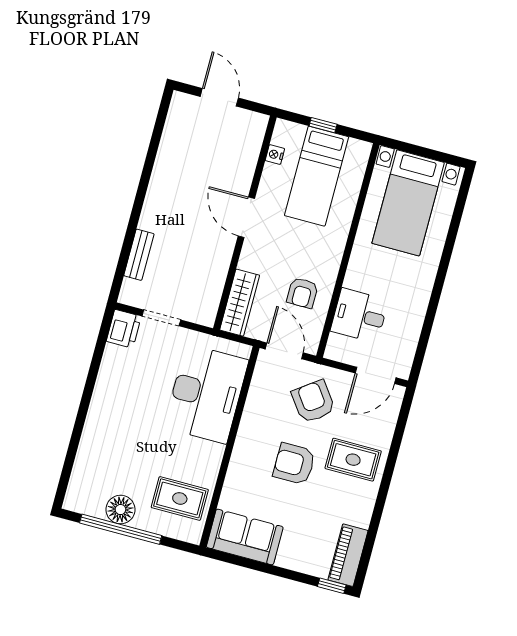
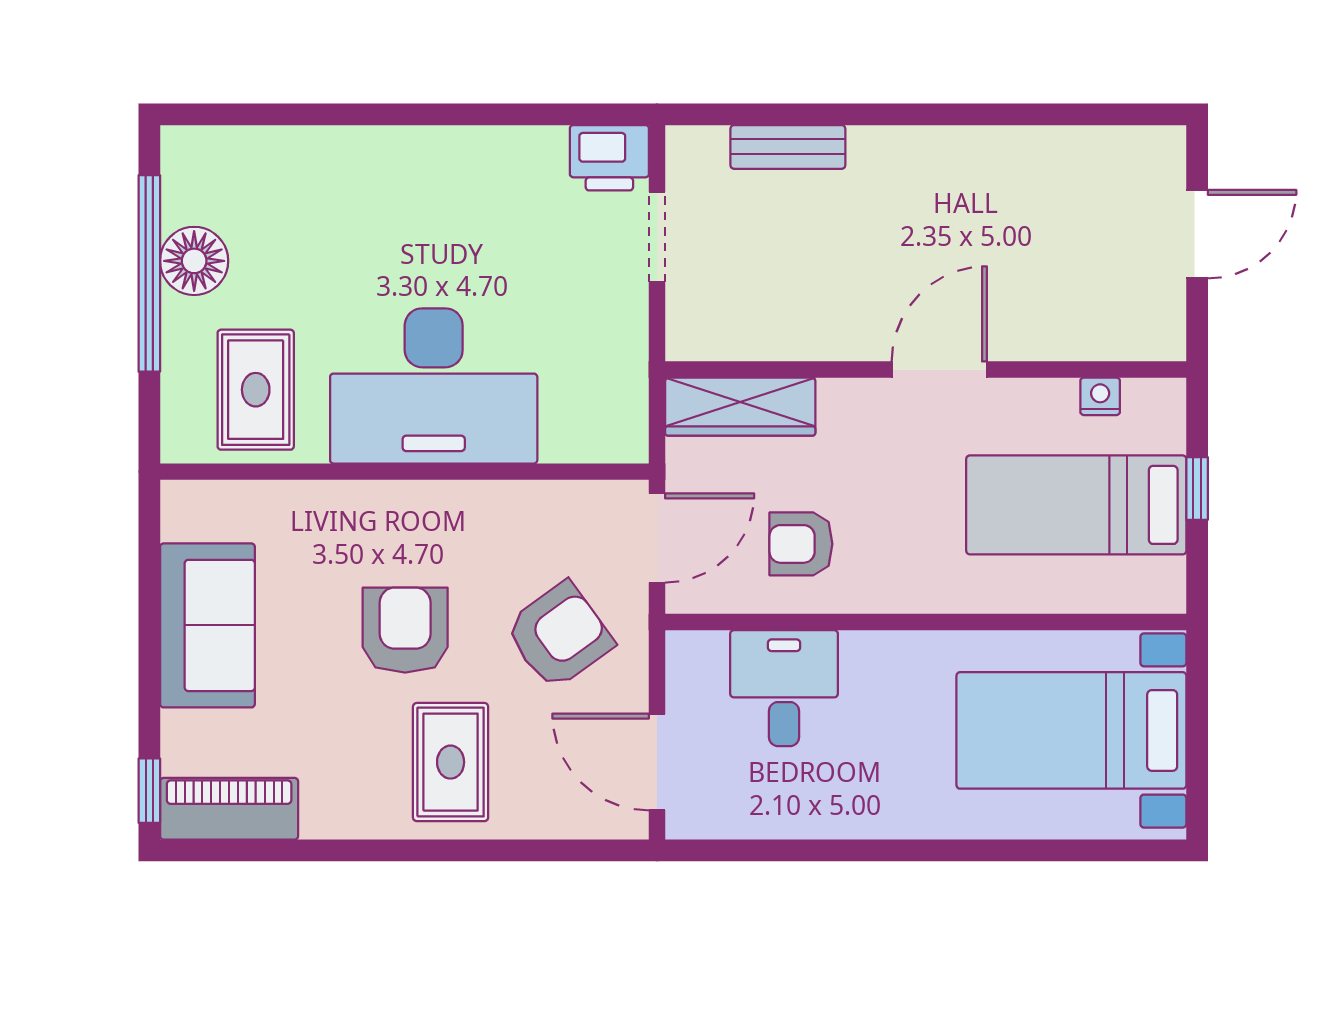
desk: (206, 394) -> (434, 386), moved
sofa: (245, 537) -> (207, 625), moved

